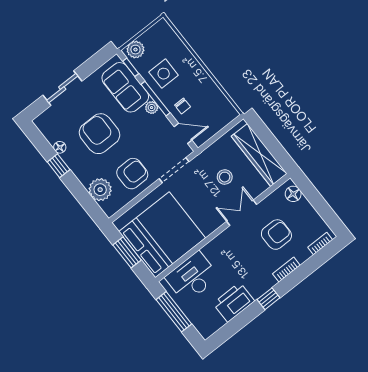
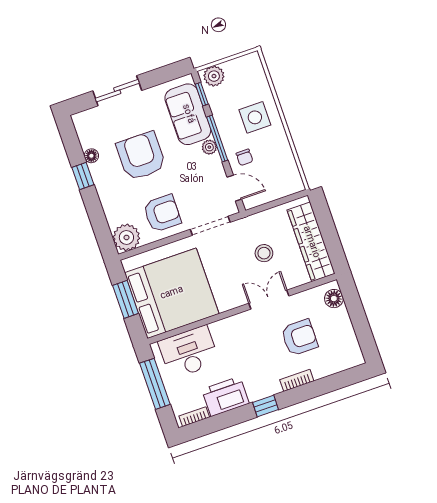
side table: (164, 74) -> (255, 117), moved
plant: (100, 190) -> (126, 237), moved
bookcase: (320, 244) -> (194, 417), moved

